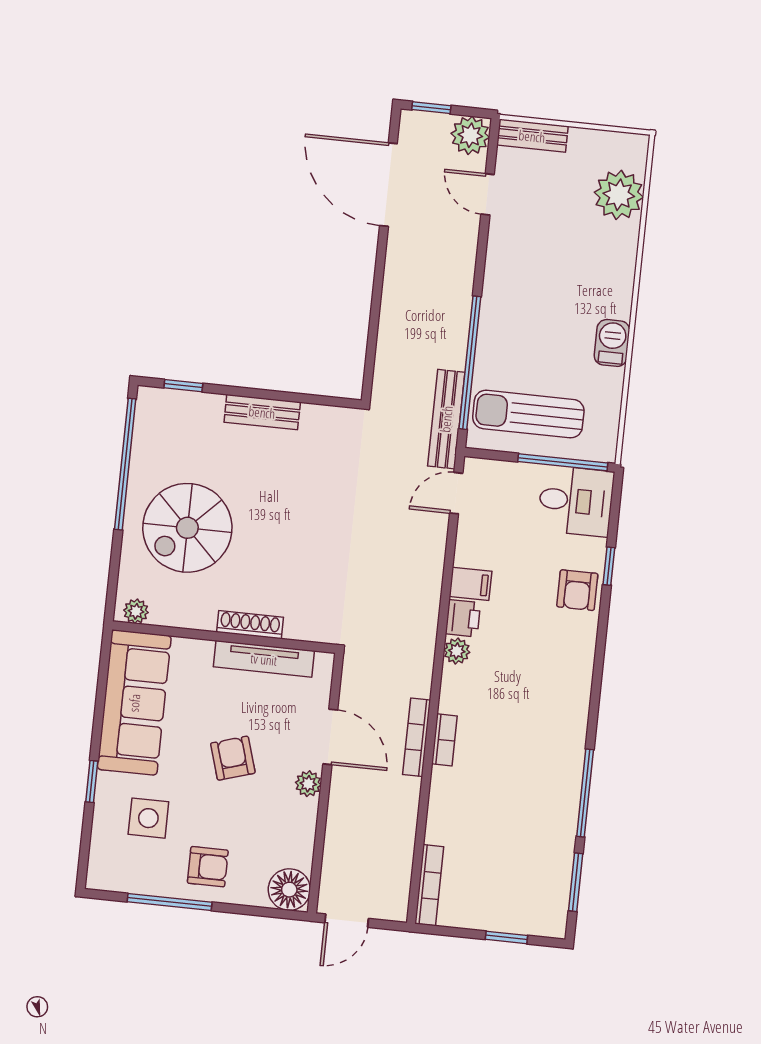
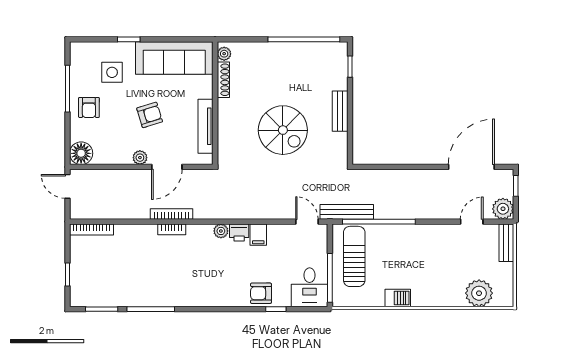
spiral stairs: (187, 528) -> (283, 130), moved, turned 180
shoe rack: (250, 625) -> (223, 80), moved

